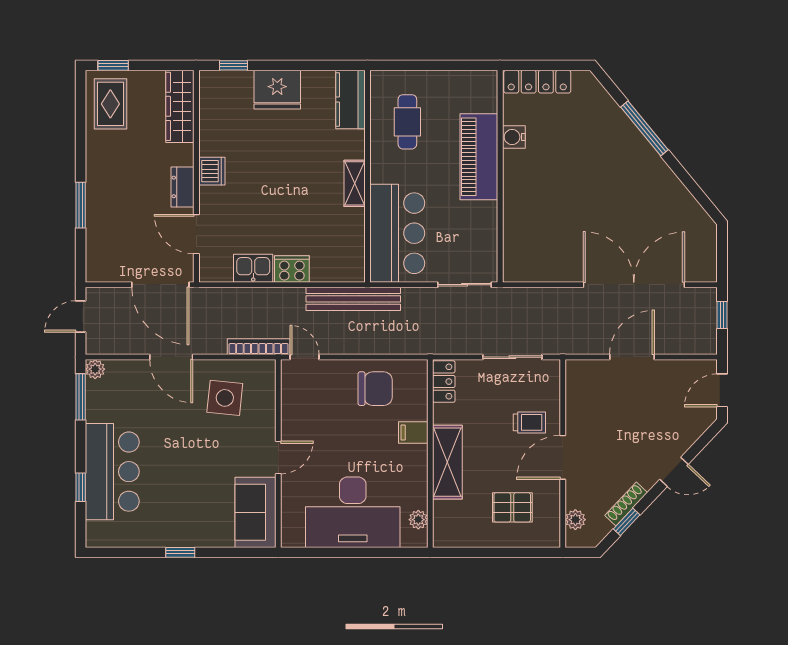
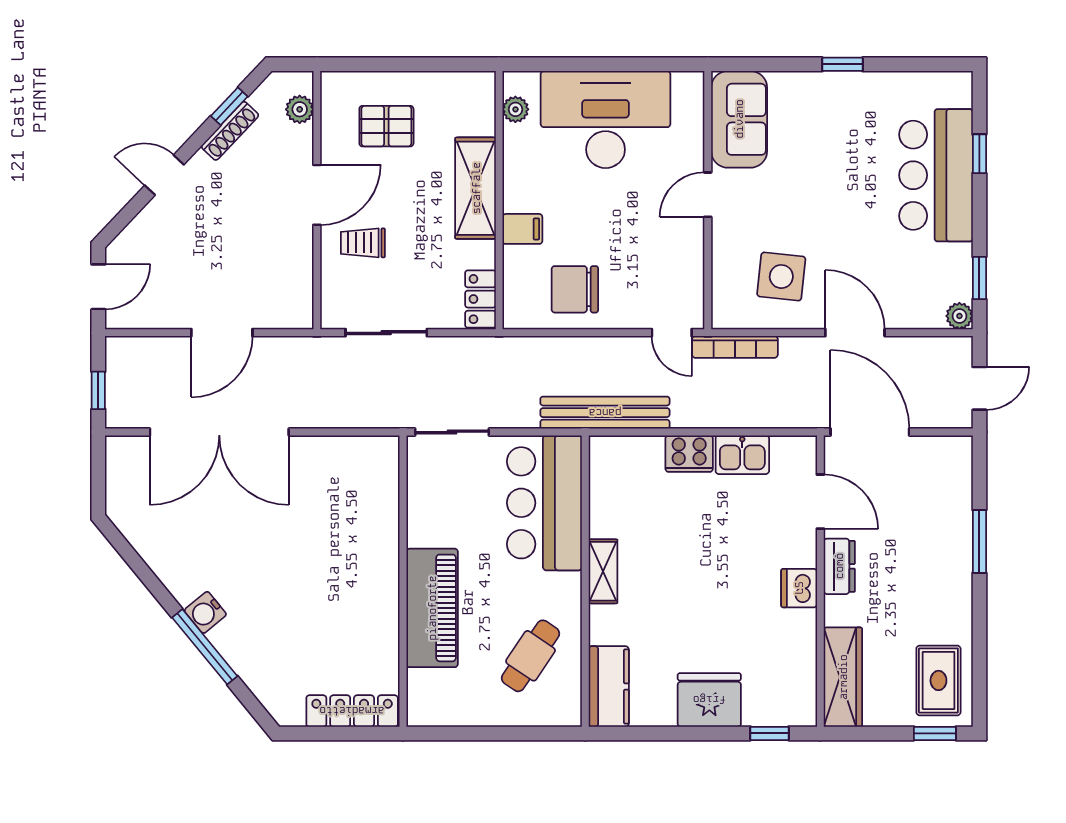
cafe table: (407, 122) -> (531, 656), turned 34
water cooler: (514, 137) -> (205, 612), moved, turned 141
window: (81, 397) -> (979, 278), width x0.67

